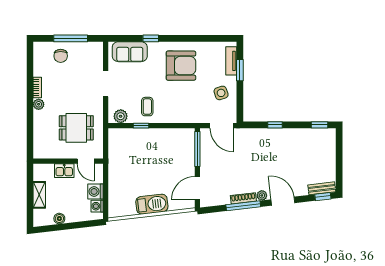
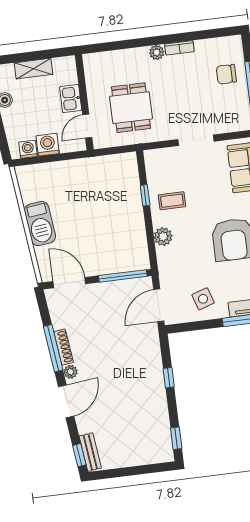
plant: (121, 116) -> (163, 237), moved

